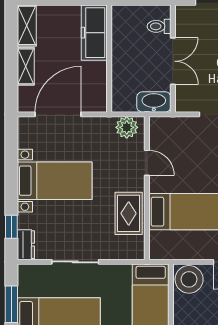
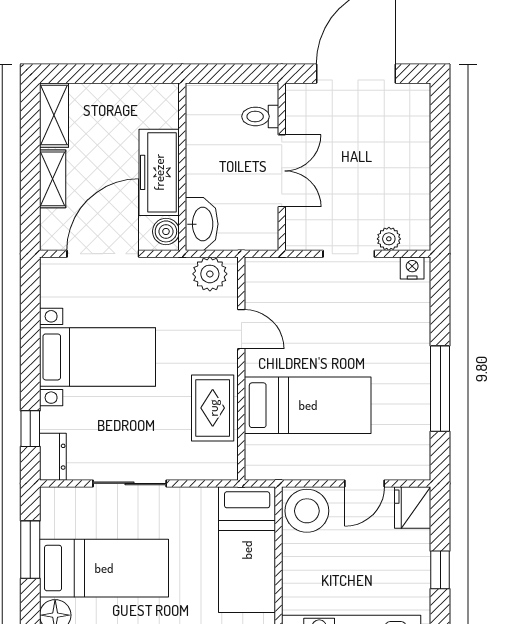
freezer: (94, 33) -> (159, 172), moved
boiler: (99, 100) -> (166, 231), added
washbasin: (154, 102) -> (202, 224), moved, turned 90

